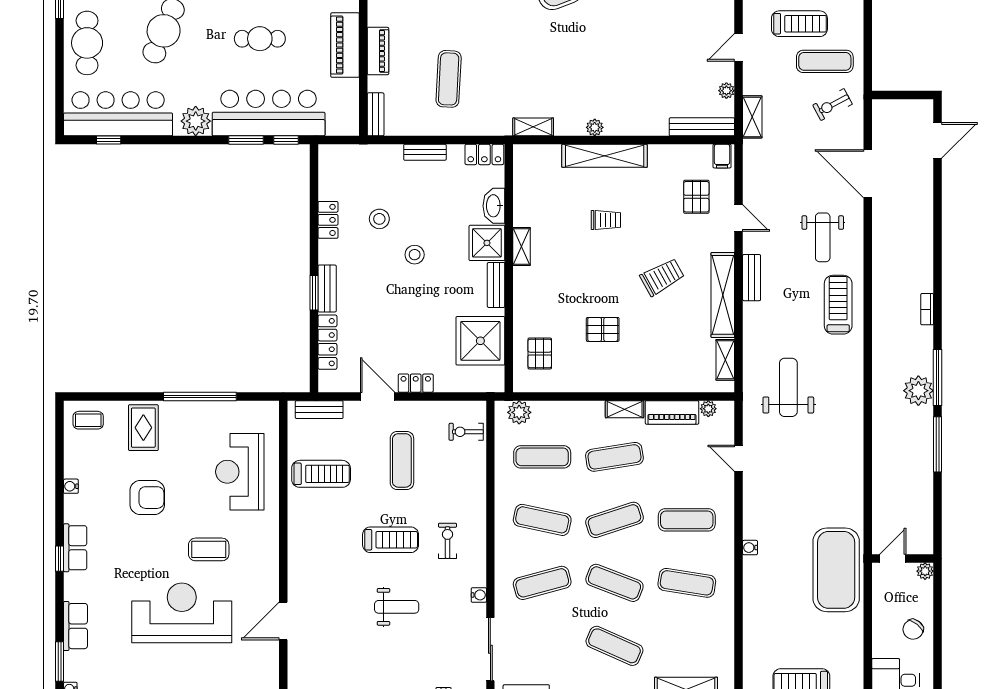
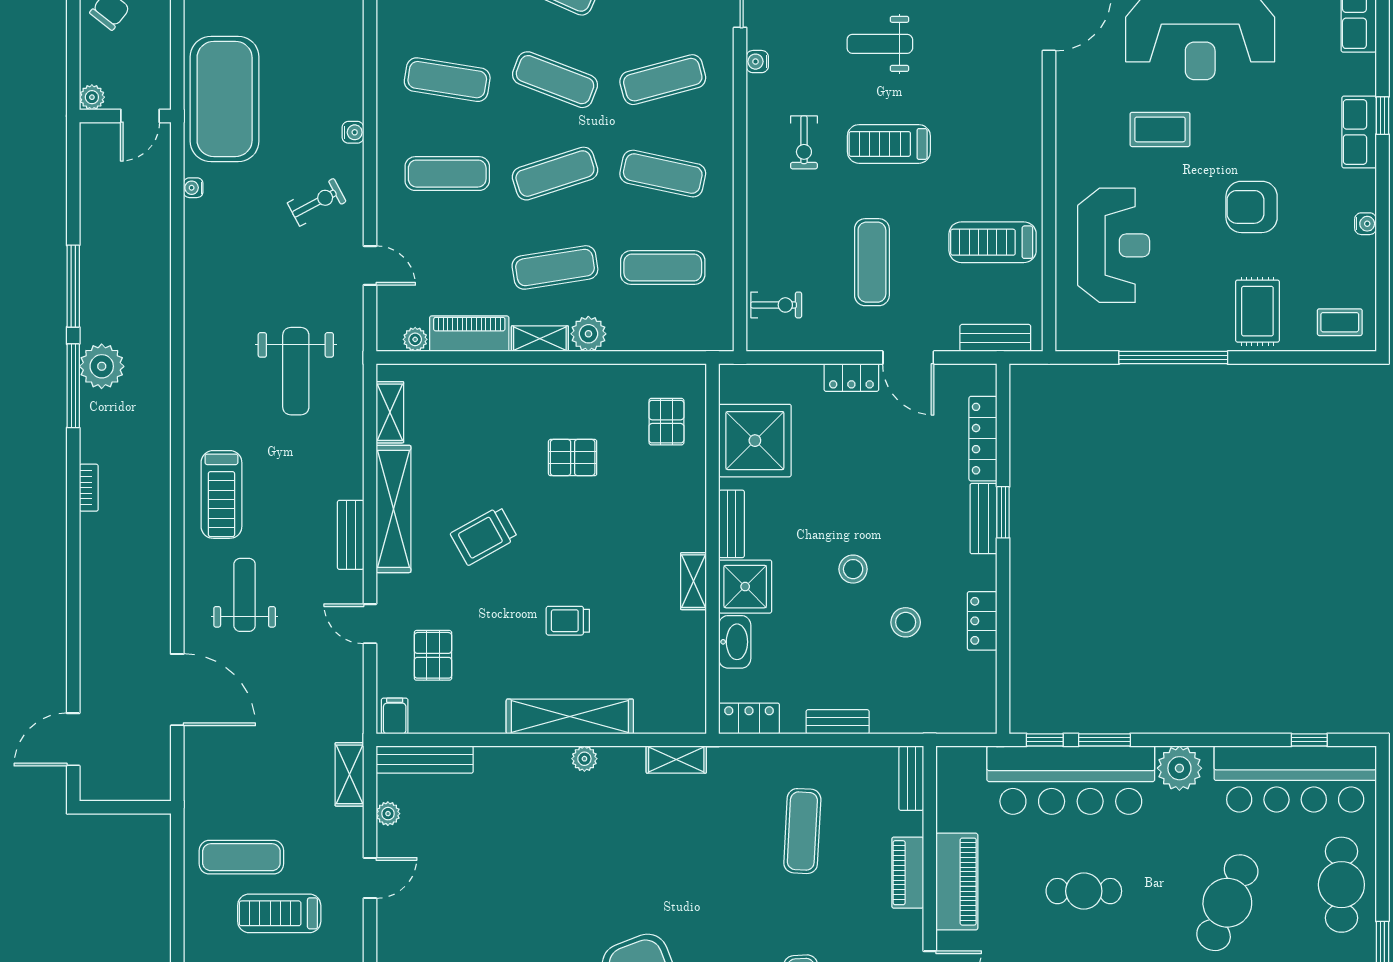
exercise bike: (832, 105) -> (317, 202), moved
plant: (519, 412) -> (588, 334), moved
water cooler: (857, 510) -> (193, 188), added

